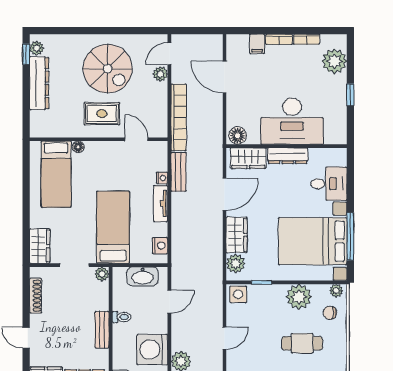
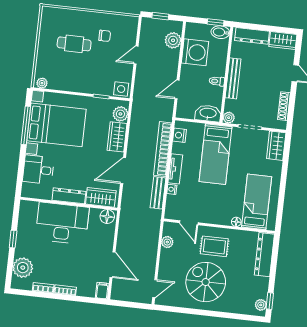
filing cabinet: (257, 44) -> (102, 291), moved
plant: (160, 74) -> (167, 242), moved
dresser: (39, 83) -> (264, 255), moved
bookcase: (179, 117) -> (163, 149), moved
washbasin: (143, 276) -> (208, 113), moved
plant: (299, 297) -> (73, 82), removed
chair: (330, 313) -> (105, 36), moved
bench: (102, 330) -> (233, 78), width x1.36

